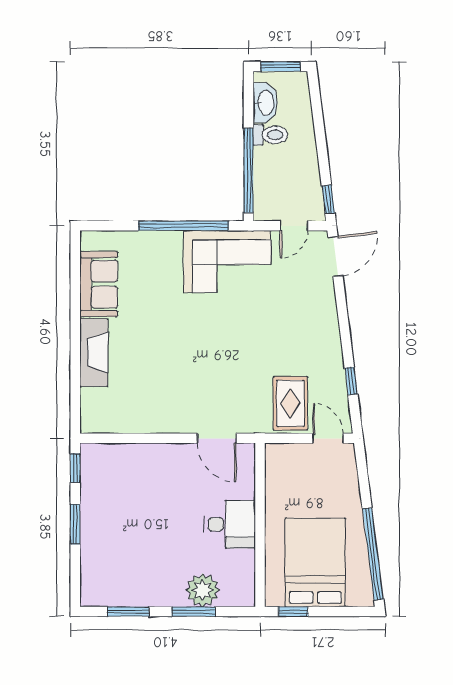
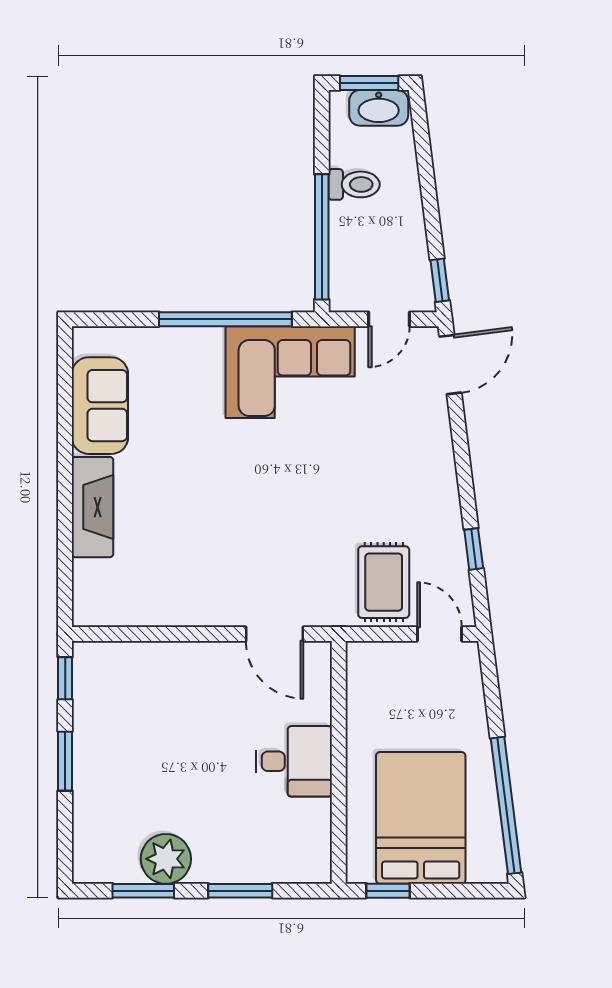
washbasin: (265, 103) -> (379, 108), moved, turned 90
plant: (203, 590) -> (166, 859), moved

